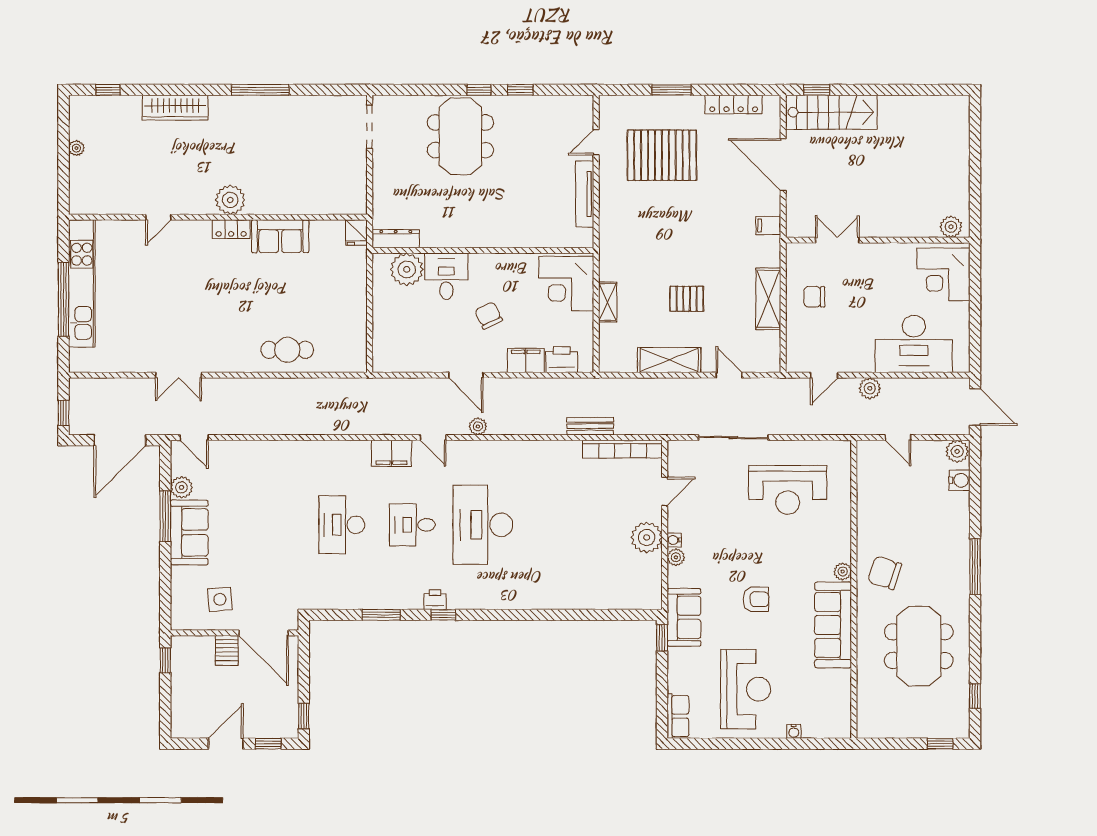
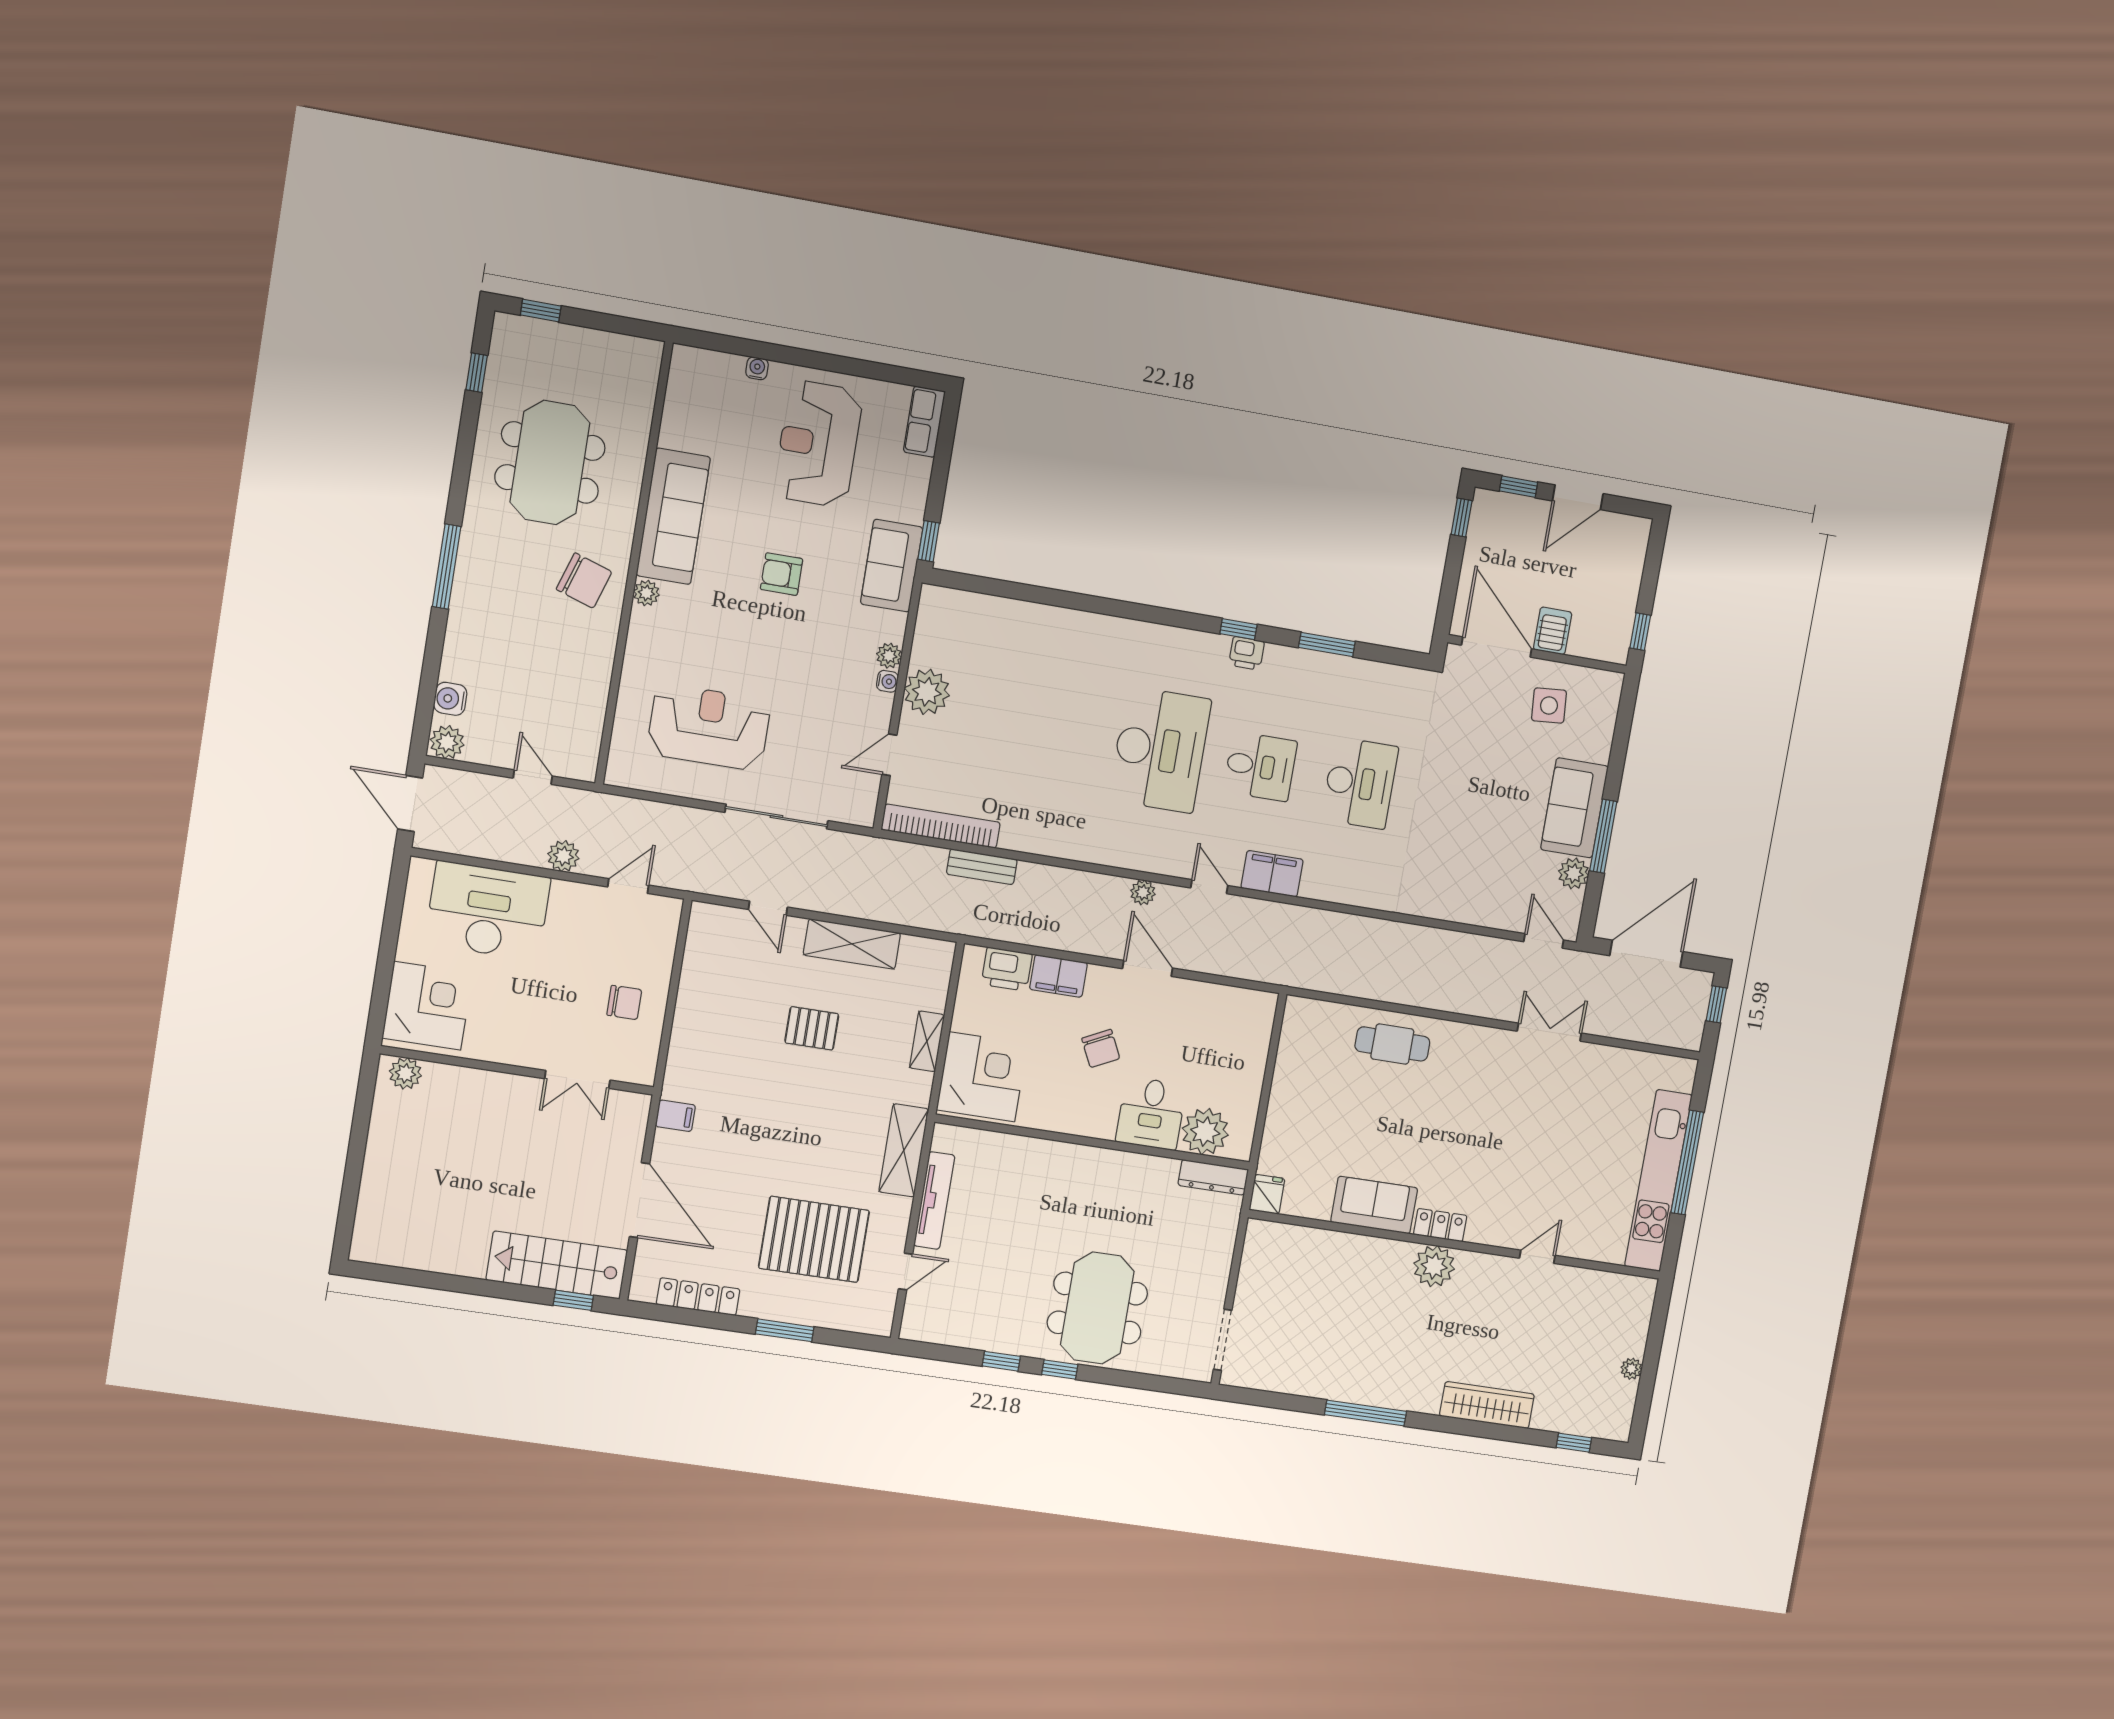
shelving: (768, 299) -> (904, 1150), moved

